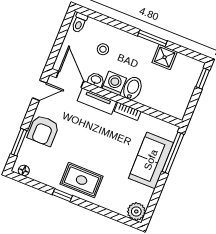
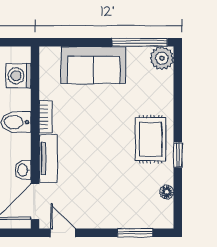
washing machine: (114, 83) -> (18, 76), moved
armchair: (43, 130) -> (109, 209), removed
window: (173, 153) -> (140, 42), moved
floor lamp: (24, 170) -> (167, 192), moved

